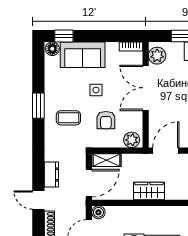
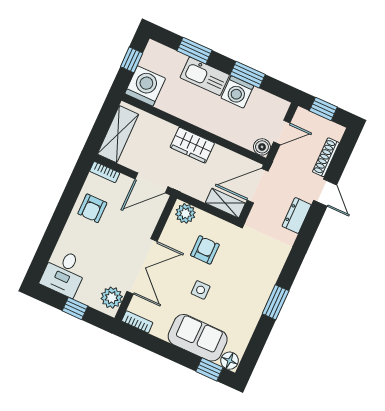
coffee table: (68, 118) -> (247, 272), removed

